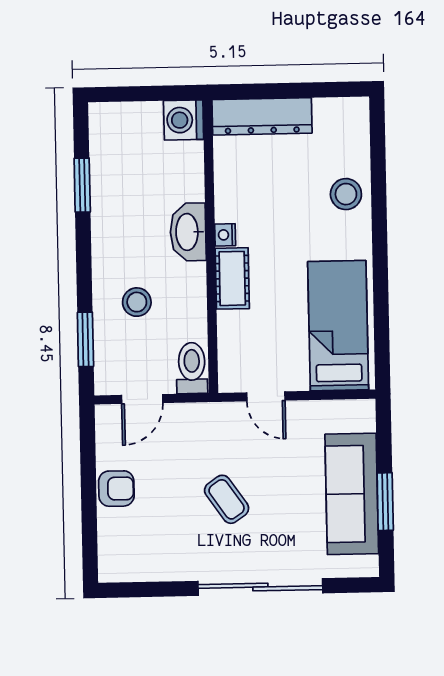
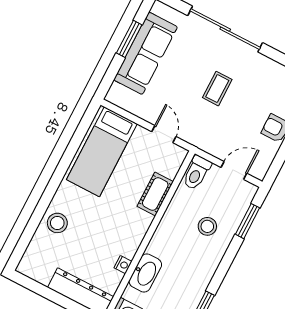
washbasin: (188, 232) -> (145, 273), moved
nightstand: (225, 235) -> (123, 265), moved
cot: (232, 278) -> (155, 194), moved
coffee table: (227, 499) -> (217, 89), turned 35

